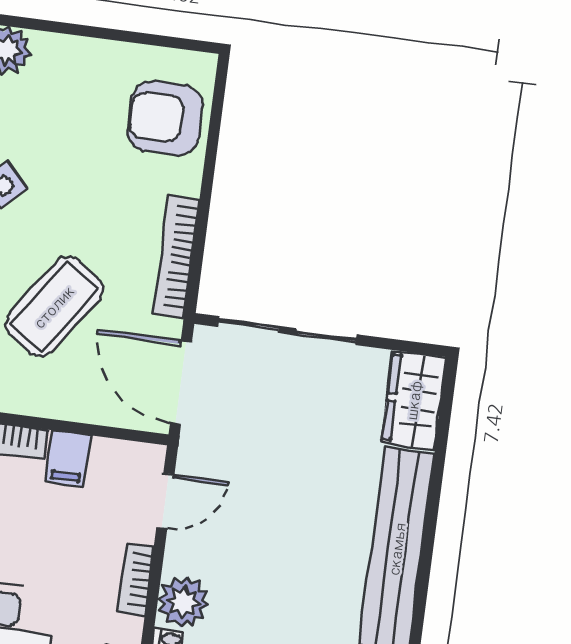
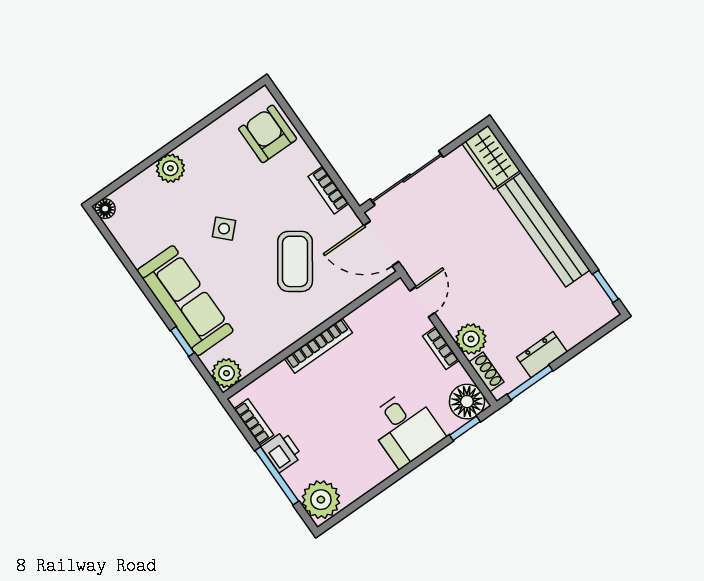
armchair: (165, 118) -> (268, 134), turned 90
bookcase: (176, 256) -> (328, 190), width x0.64
filing cabinet: (68, 458) -> (362, 323), removed

